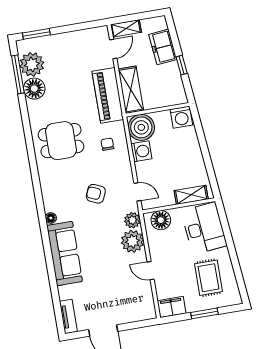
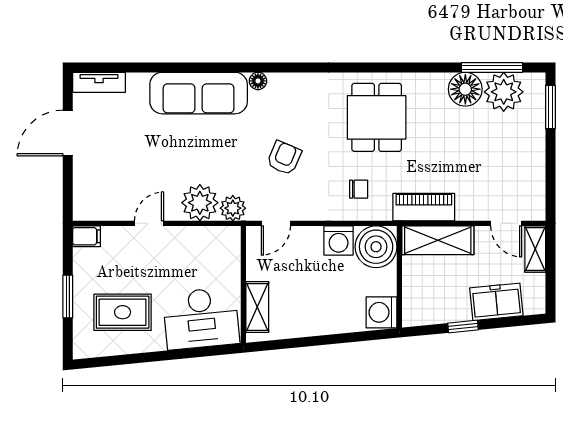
piano: (108, 95) -> (424, 207), width x0.73, depth x0.75
floor lamp: (161, 220) -> (225, 253), removed
filing cabinet: (172, 307) -> (87, 236), width x0.50

